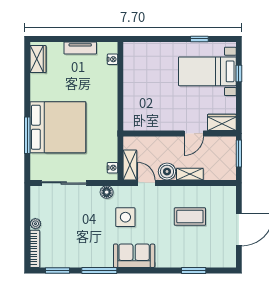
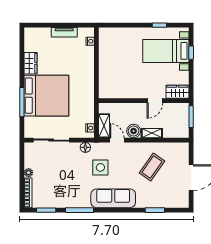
wardrobe: (38, 59) -> (30, 63), moved
coffee table: (190, 217) -> (152, 167), turned -55
sofa: (134, 256) -> (113, 198), width x1.36

